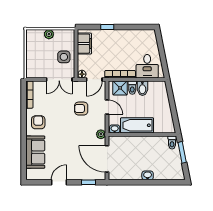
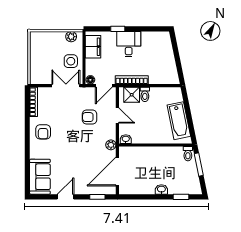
plant: (49, 34) -> (71, 37), moved
desk: (147, 66) -> (129, 44), moved, turned 180
double door: (59, 79) -> (66, 86), swing flipped
bidet: (142, 88) -> (156, 95), removed
armchair: (38, 122) -> (43, 132), turned 180
bathtub: (137, 125) -> (179, 121), moved, turned -101
sofa: (35, 152) -> (40, 177), moved
door: (107, 159) -> (117, 171), hinge flipped
window: (166, 182) -> (181, 197), added

